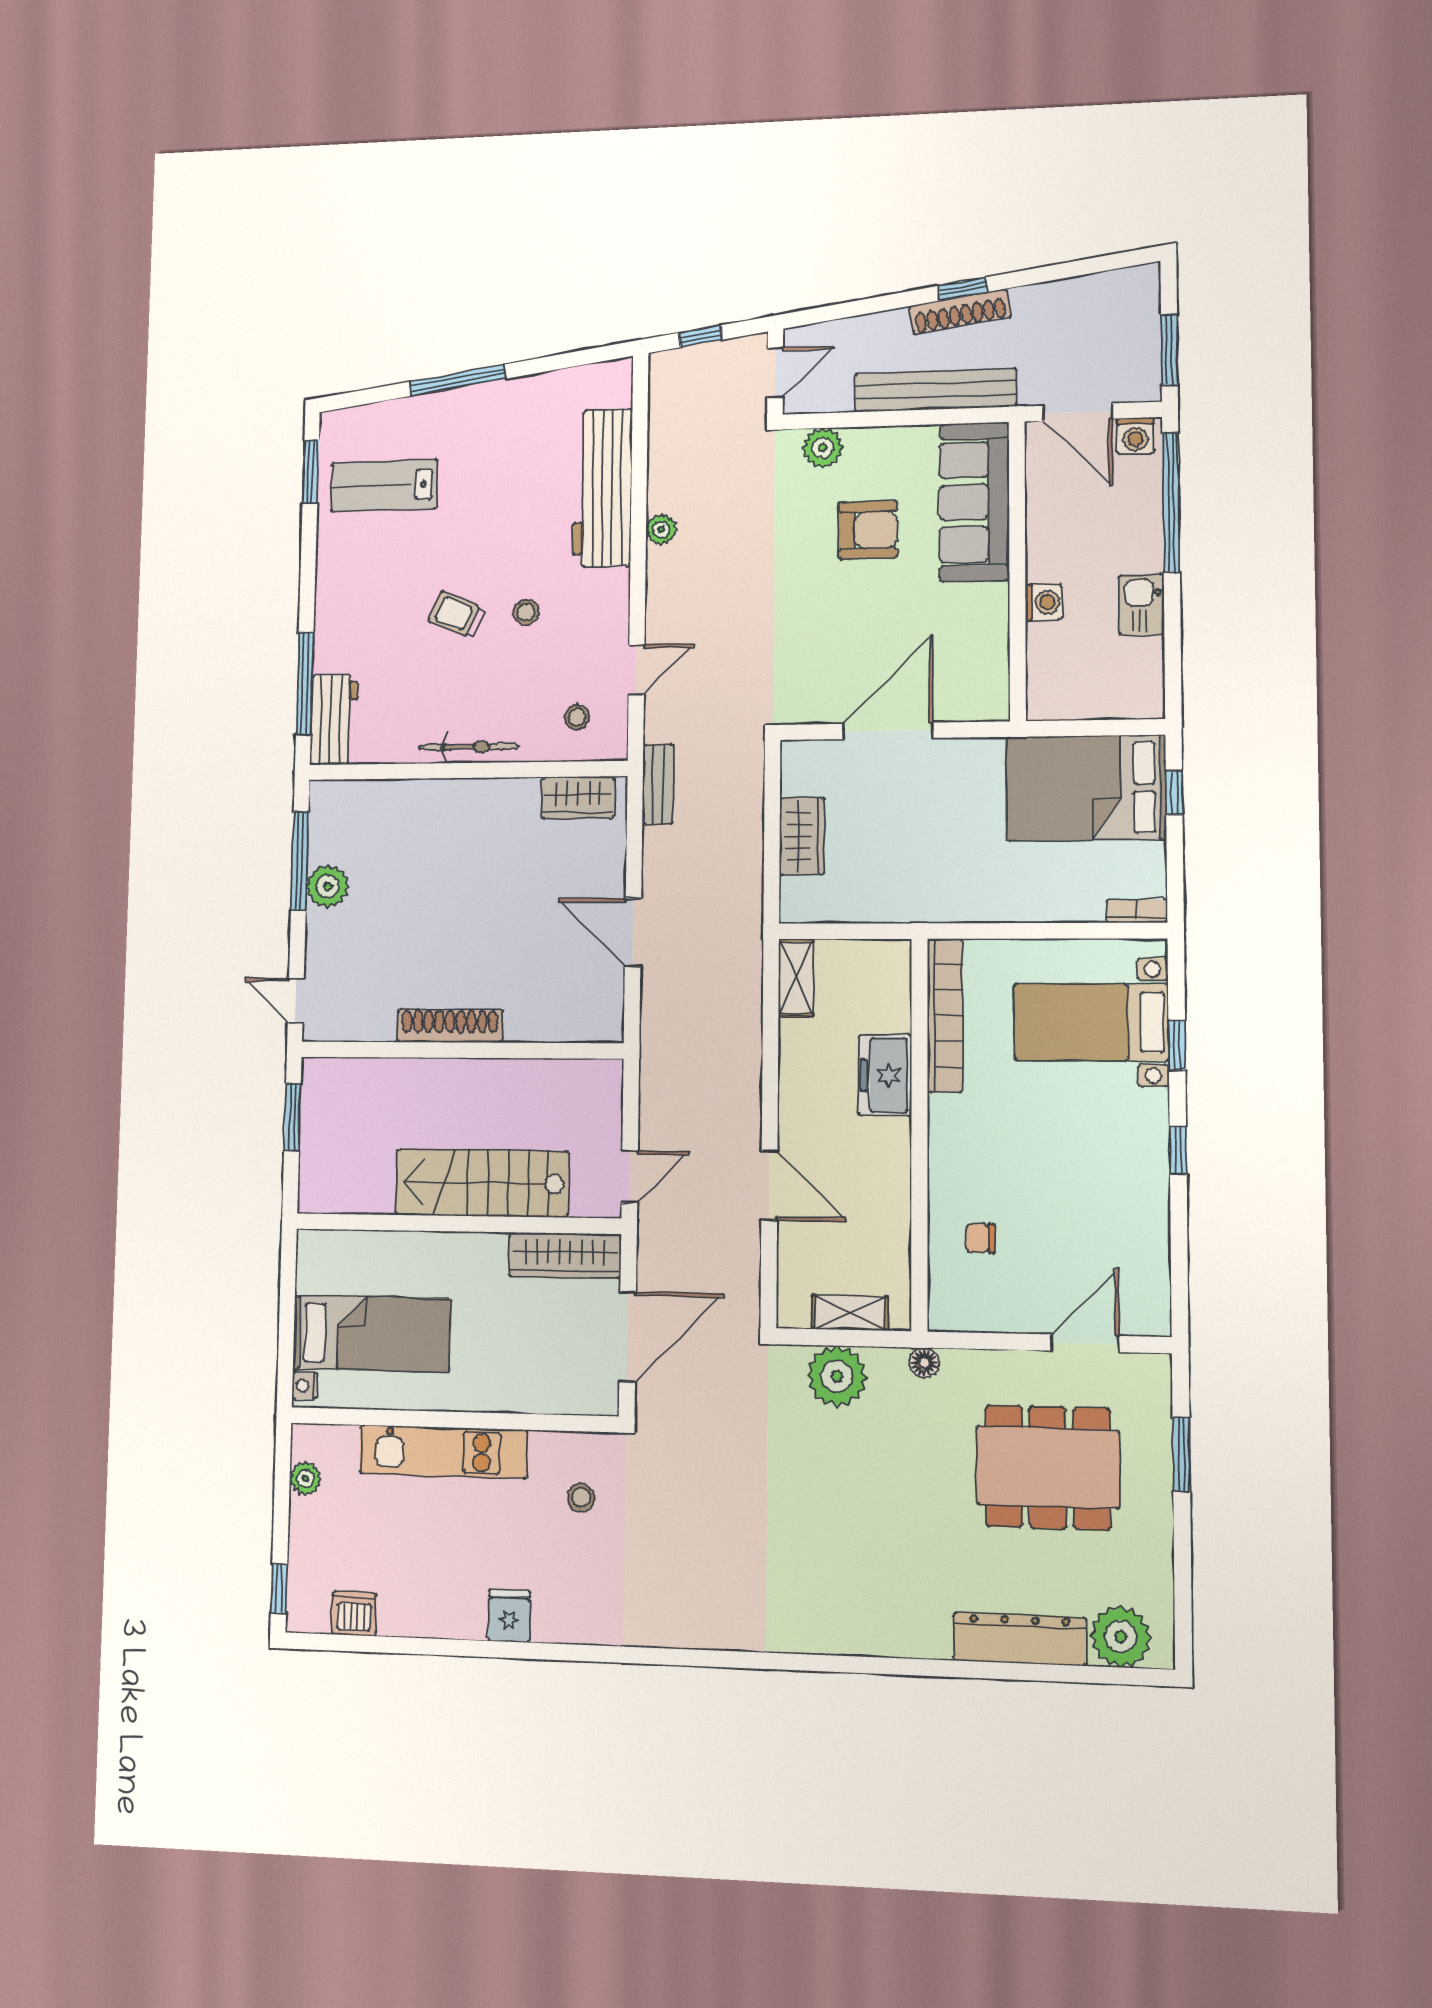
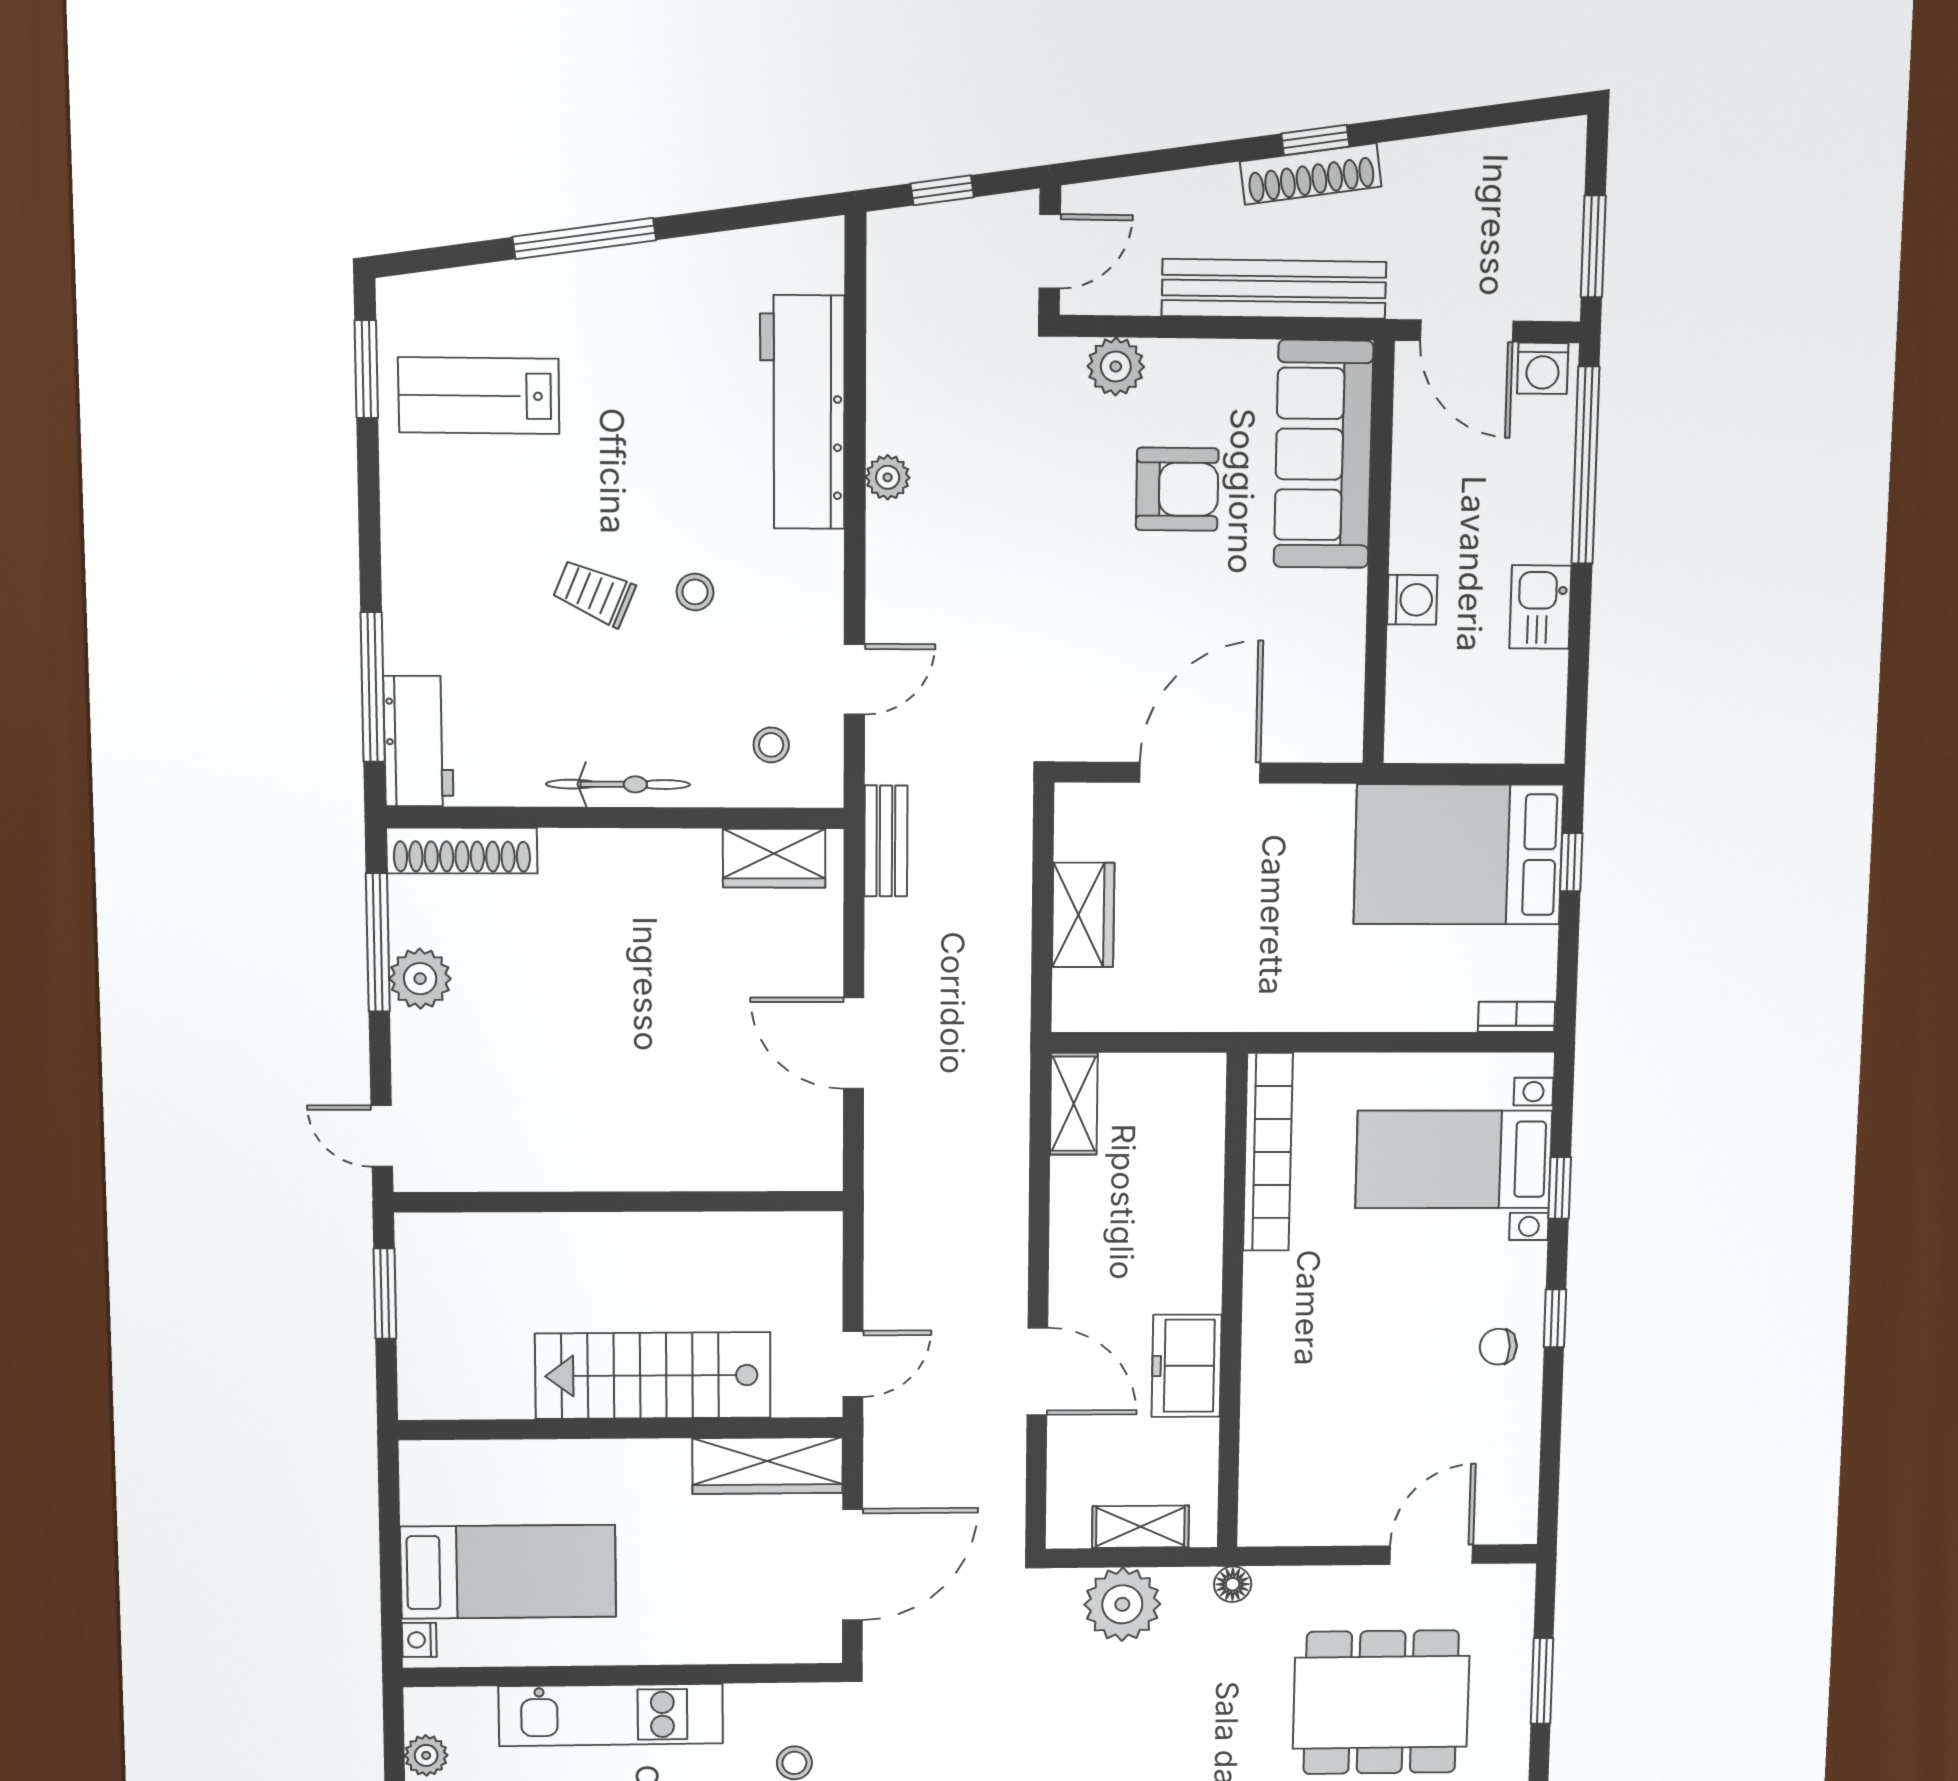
shoe rack: (450, 1026) -> (462, 851), moved, turned 180
freezer: (885, 1075) -> (1187, 1366), moved
chair: (980, 1238) -> (1498, 1347), moved

